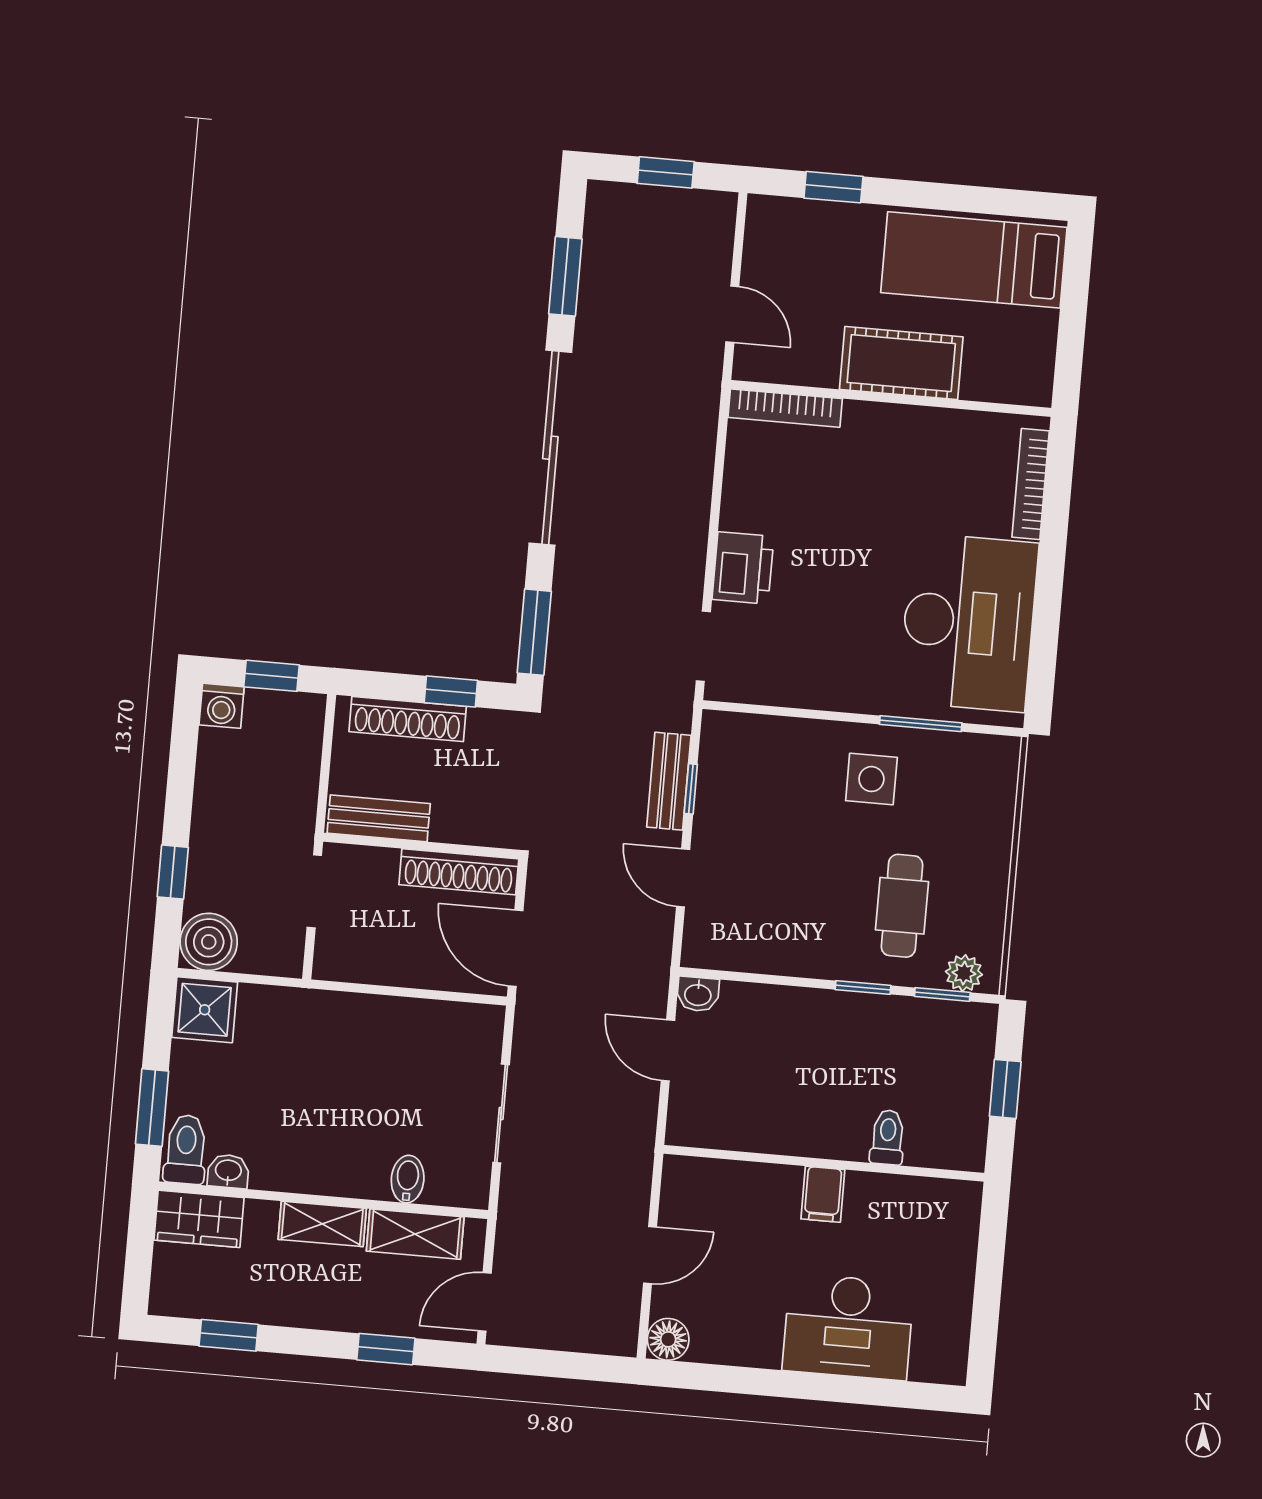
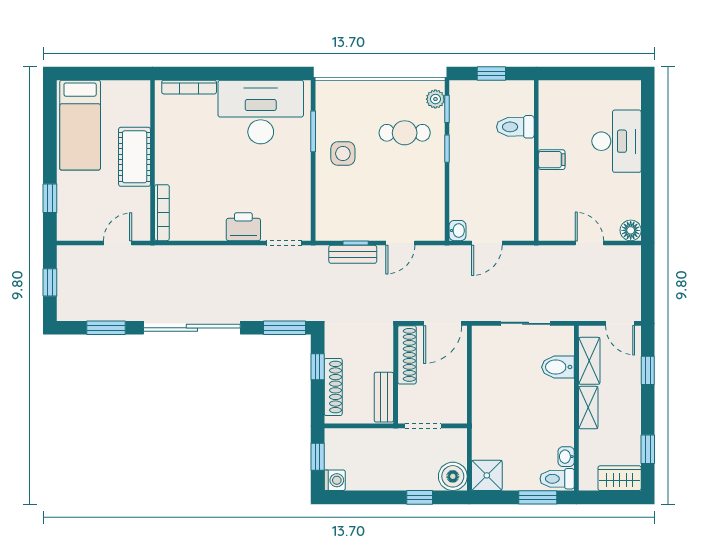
toilet: (888, 1137) -> (515, 127), width x1.37, depth x1.39
bidet: (408, 1179) -> (558, 367), width x1.38, depth x1.36
wardrobe: (199, 1219) -> (620, 478), moved, turned -90

